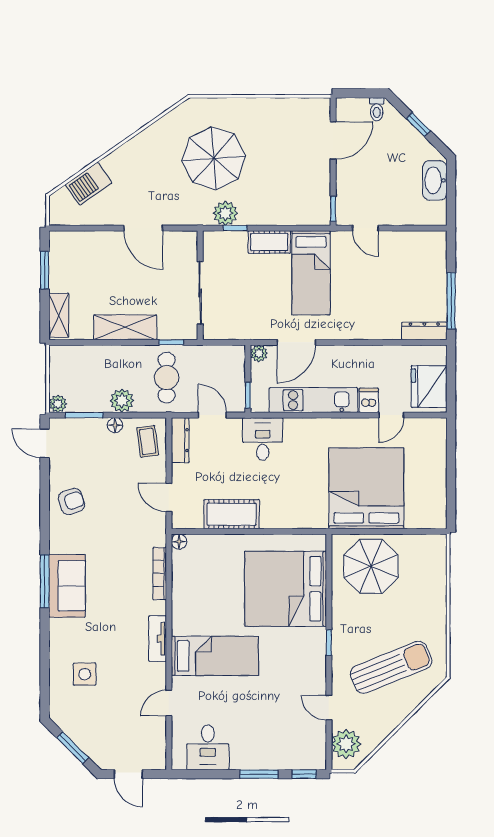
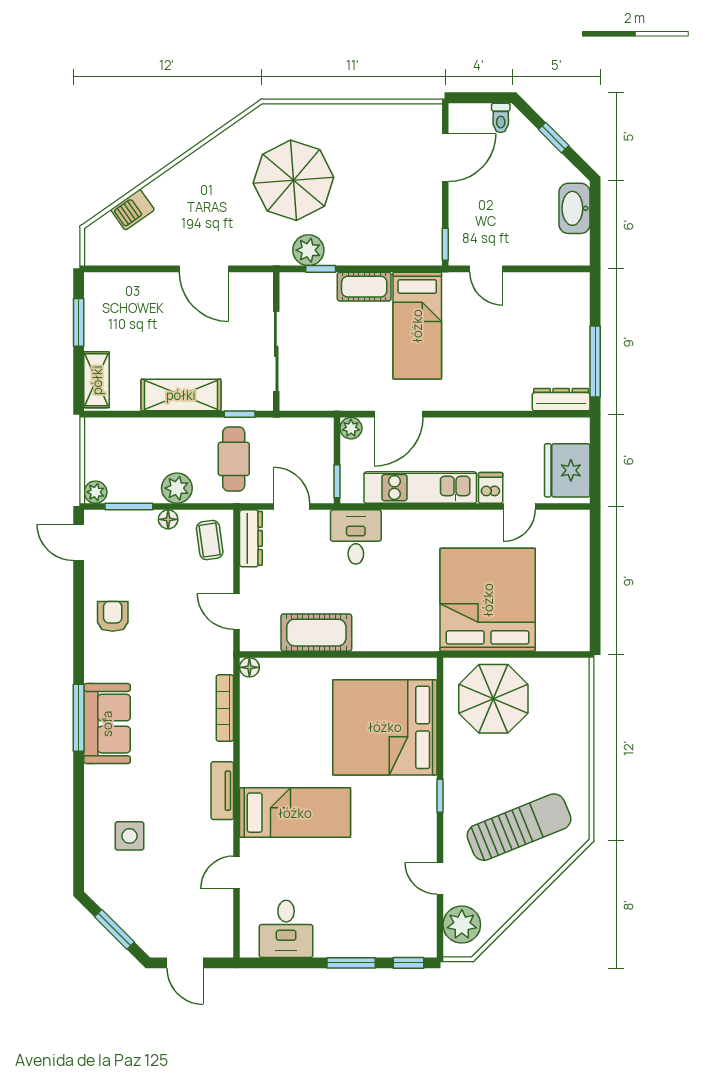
barbecue: (89, 184) -> (133, 210), width x0.73, depth x0.79
armchair: (71, 501) -> (113, 616), turned -72

